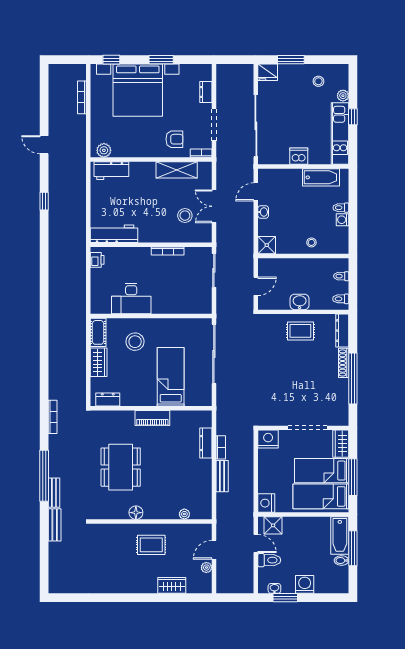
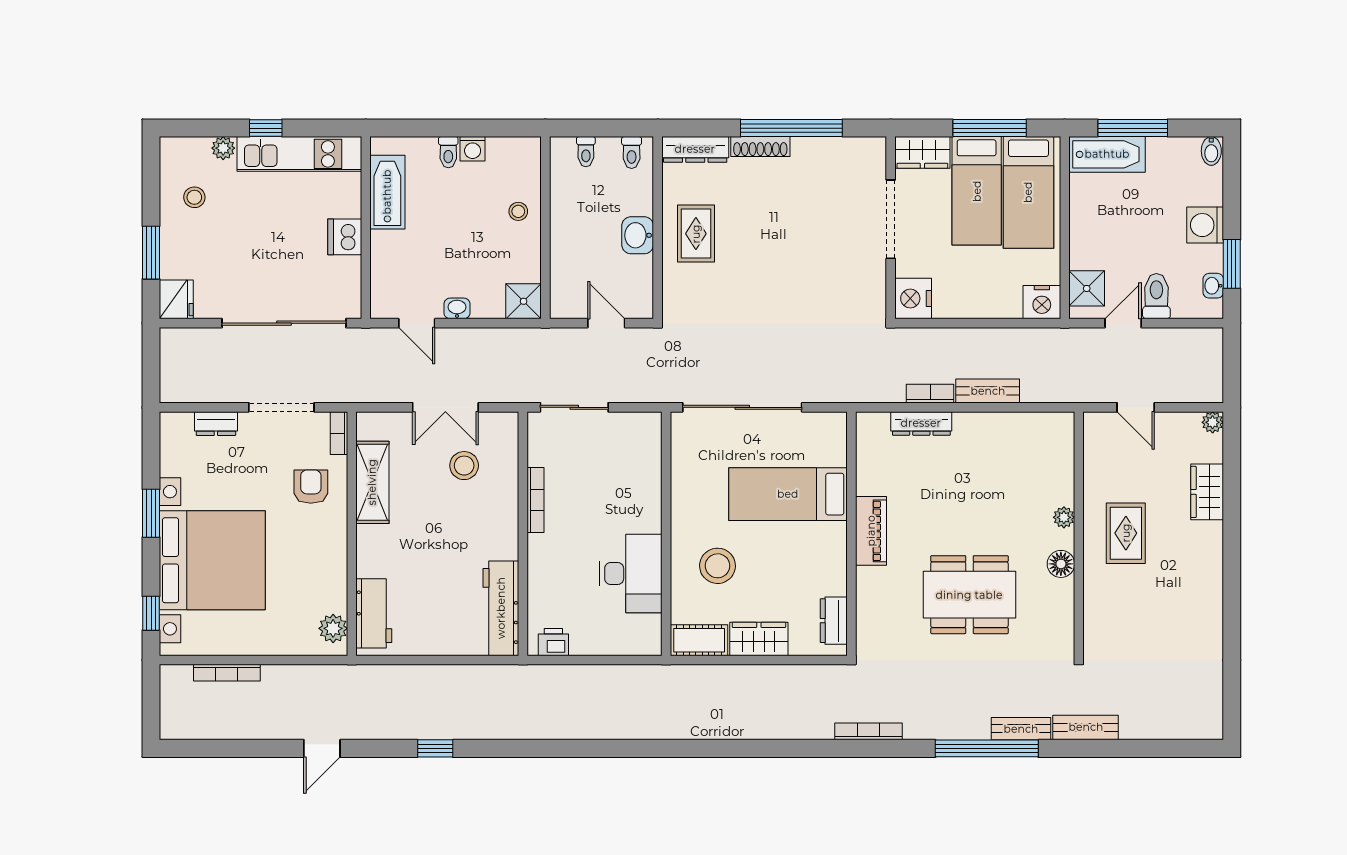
plant: (184, 514) -> (1064, 517), moved
bidet: (342, 561) -> (1211, 151), moved
plant: (206, 568) -> (1213, 422), moved

